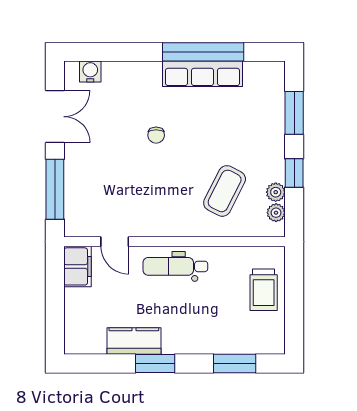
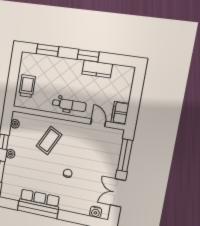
coffee table: (225, 191) -> (49, 140), moved
plant: (276, 192) -> (11, 154), moved

